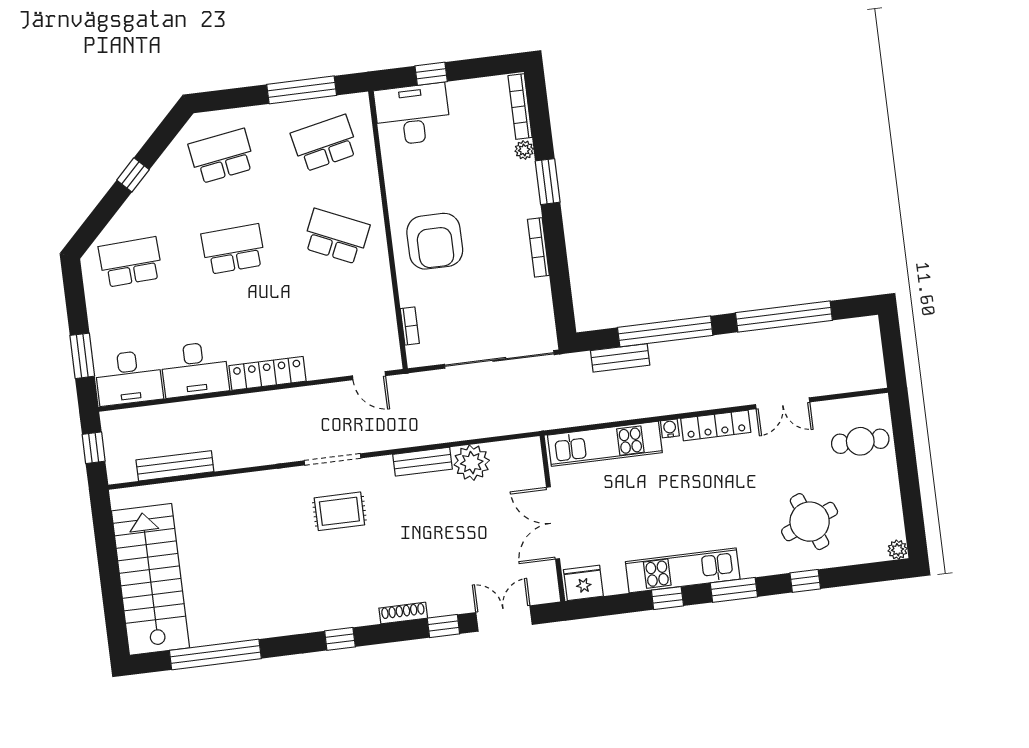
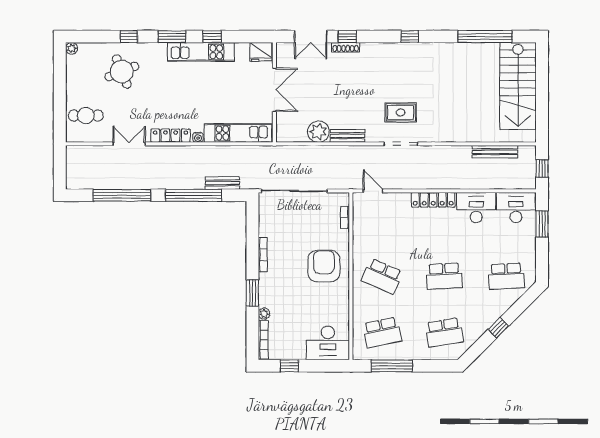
window: (431, 74) -> (289, 366), moved
shoe rack: (403, 613) -> (346, 47), moved

